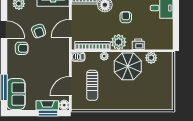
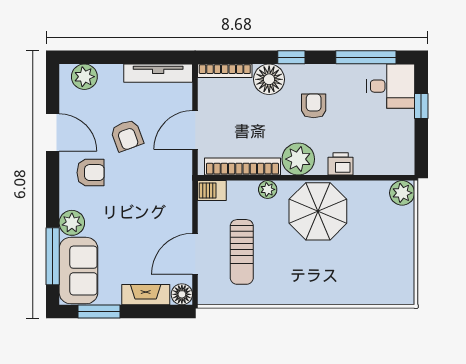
window: (176, 17) -> (421, 106), added
plant: (151, 58) -> (402, 193), moved
plant: (13, 72) -> (72, 223), added
window: (48, 113) -> (99, 311), moved

